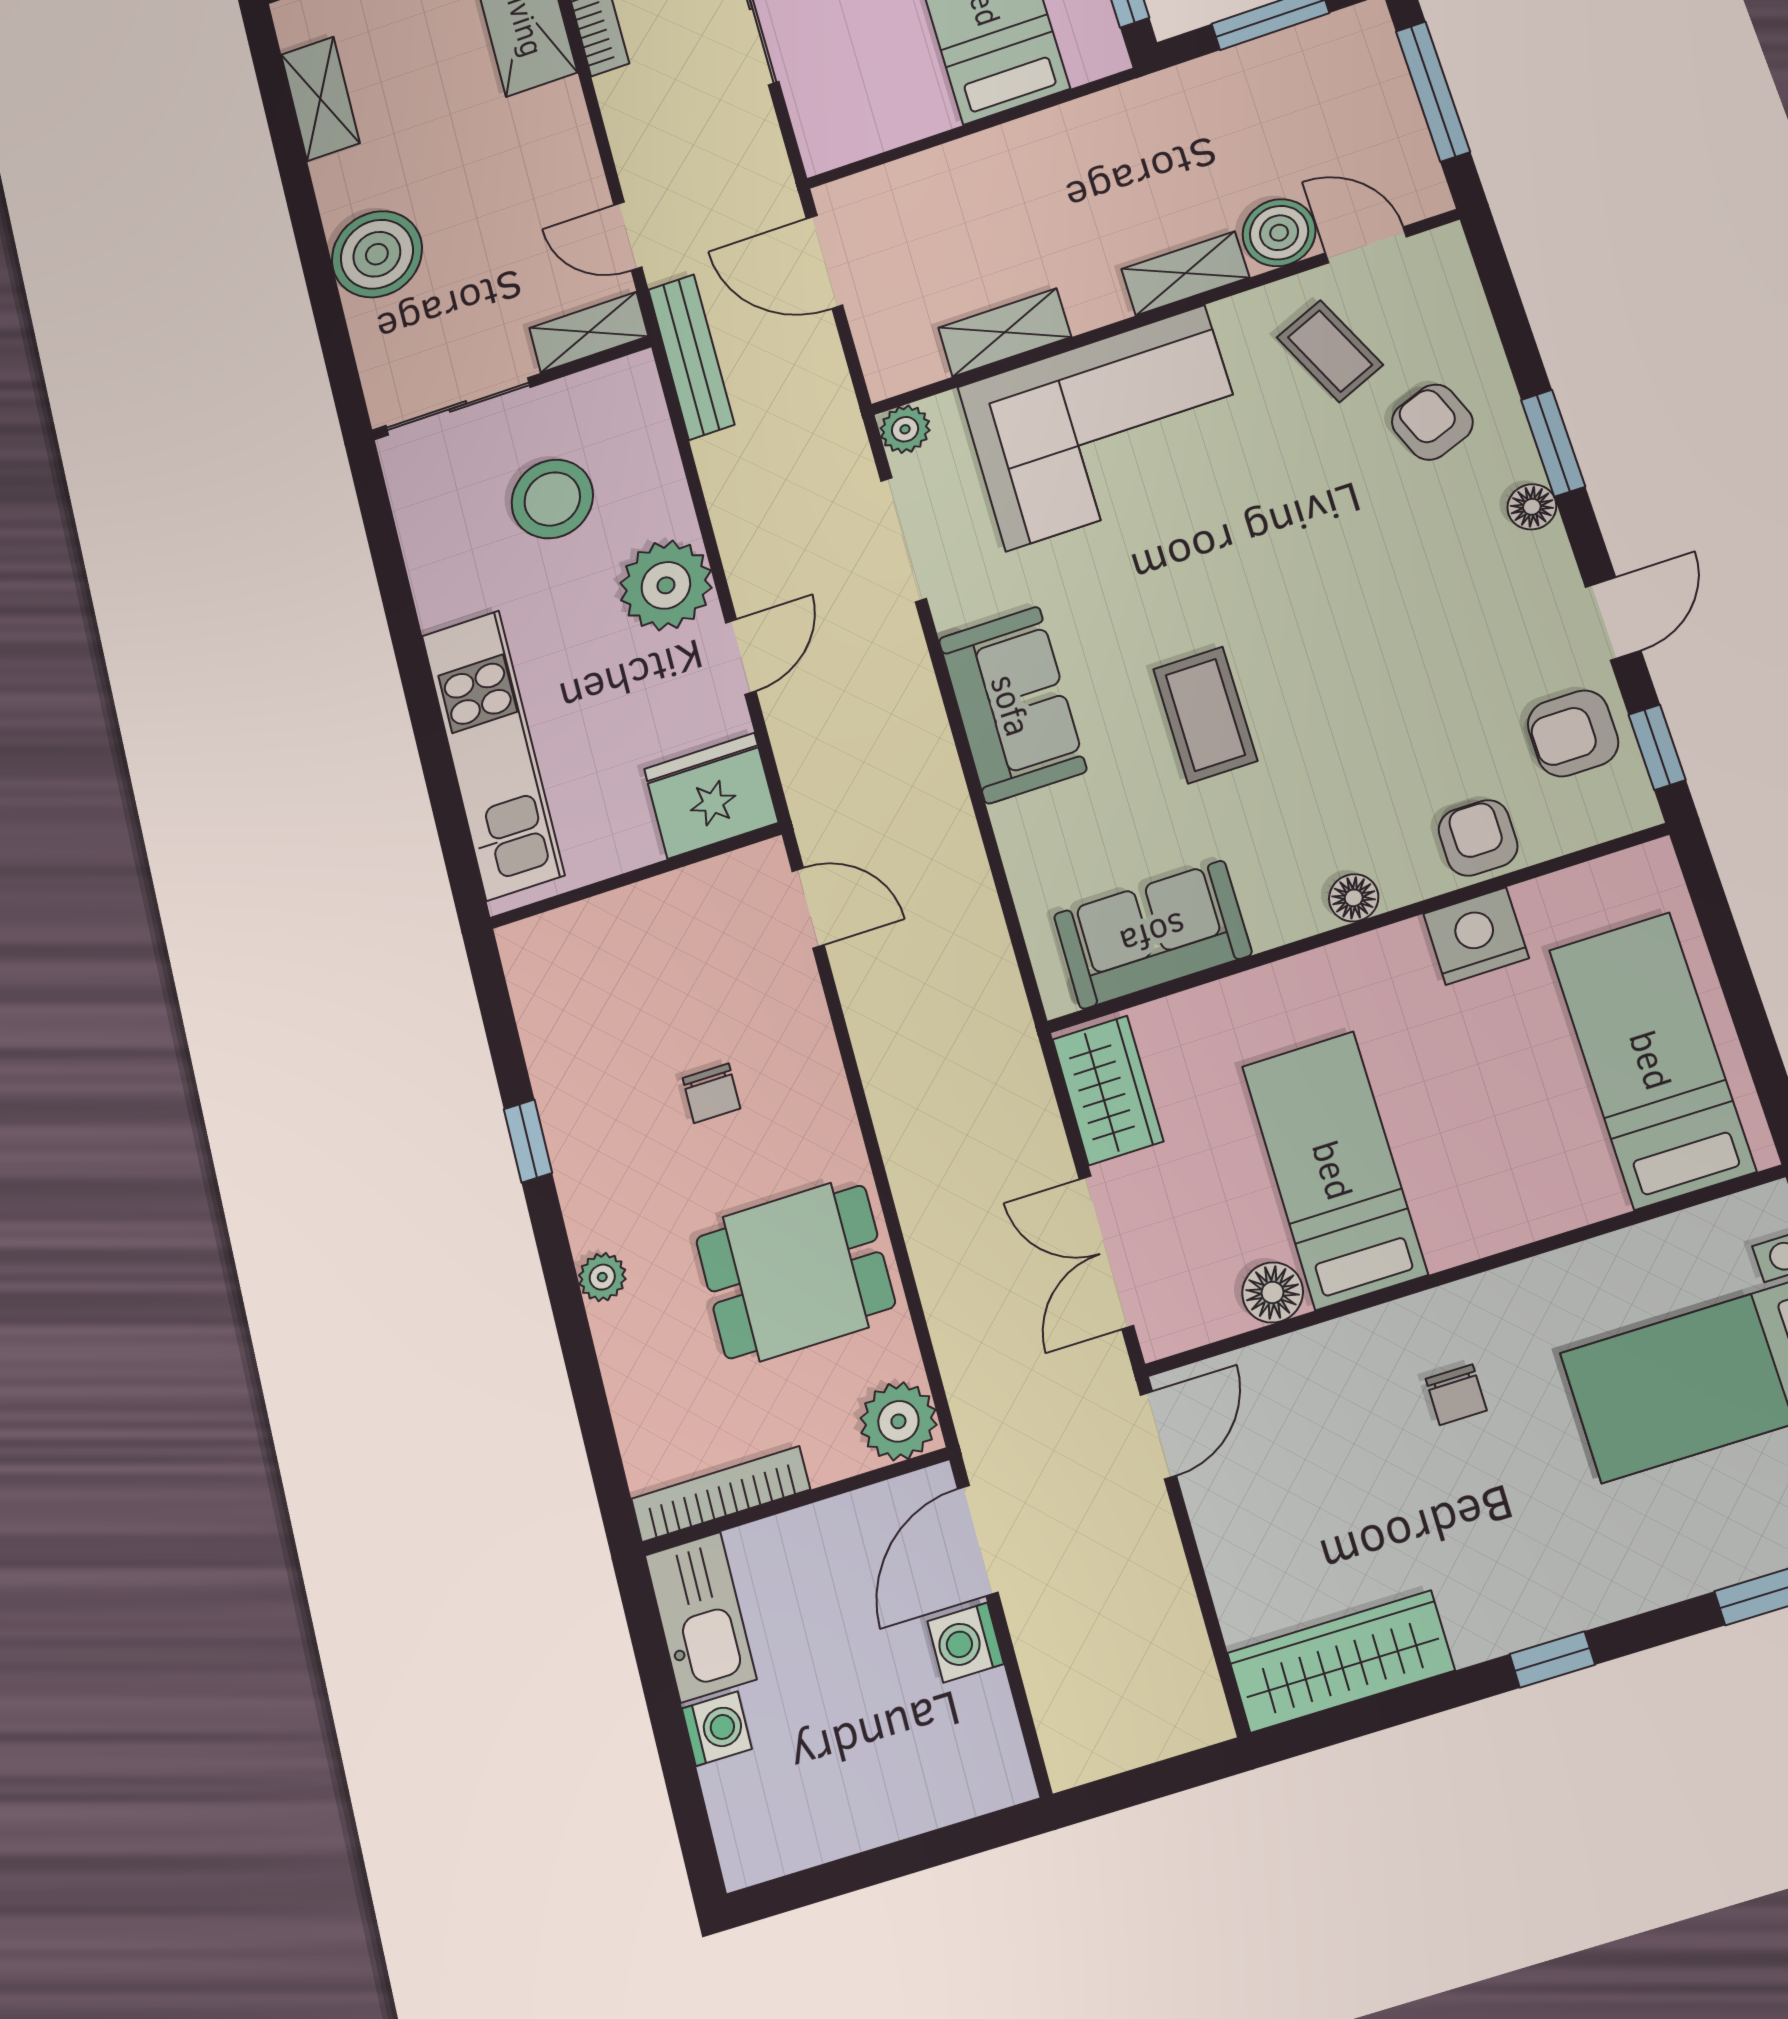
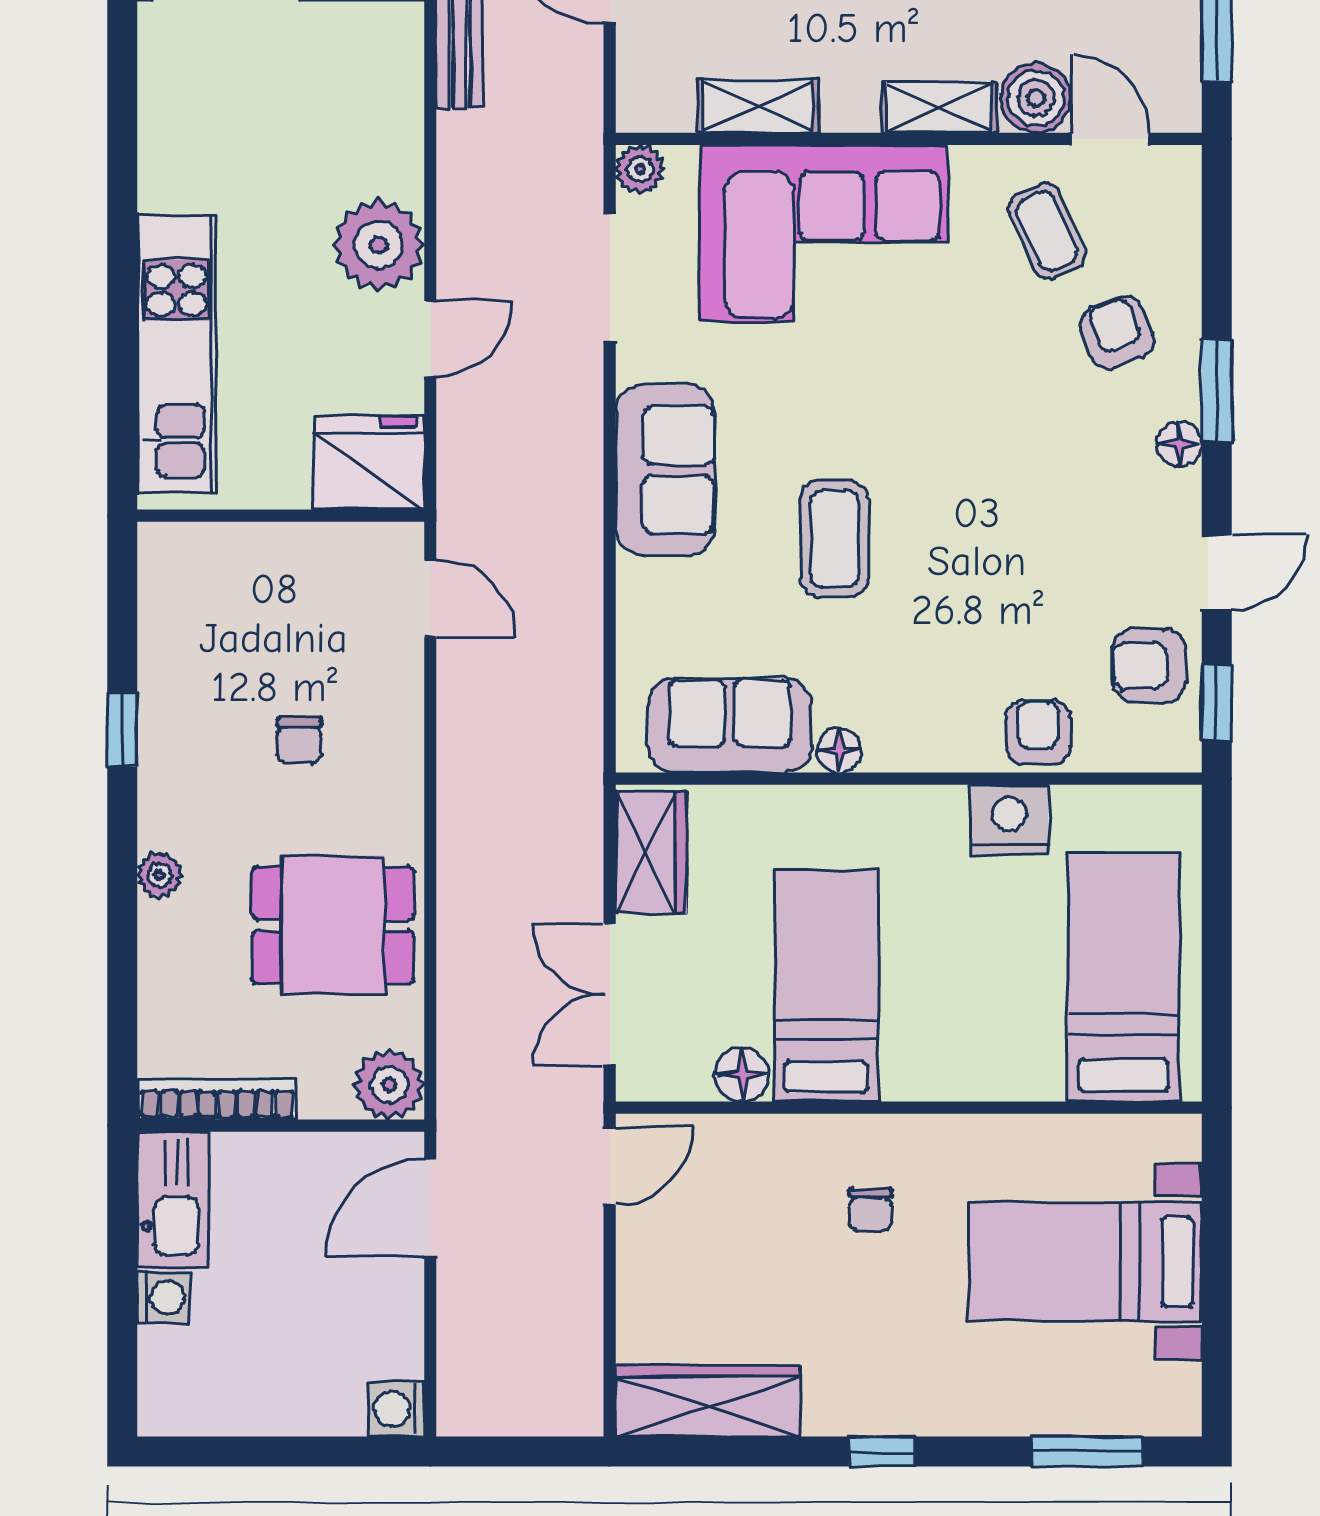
stool: (552, 499) -> (293, 121), removed
floor lamp: (1354, 898) -> (839, 750), moved
washing machine: (965, 1643) -> (396, 1409), moved

